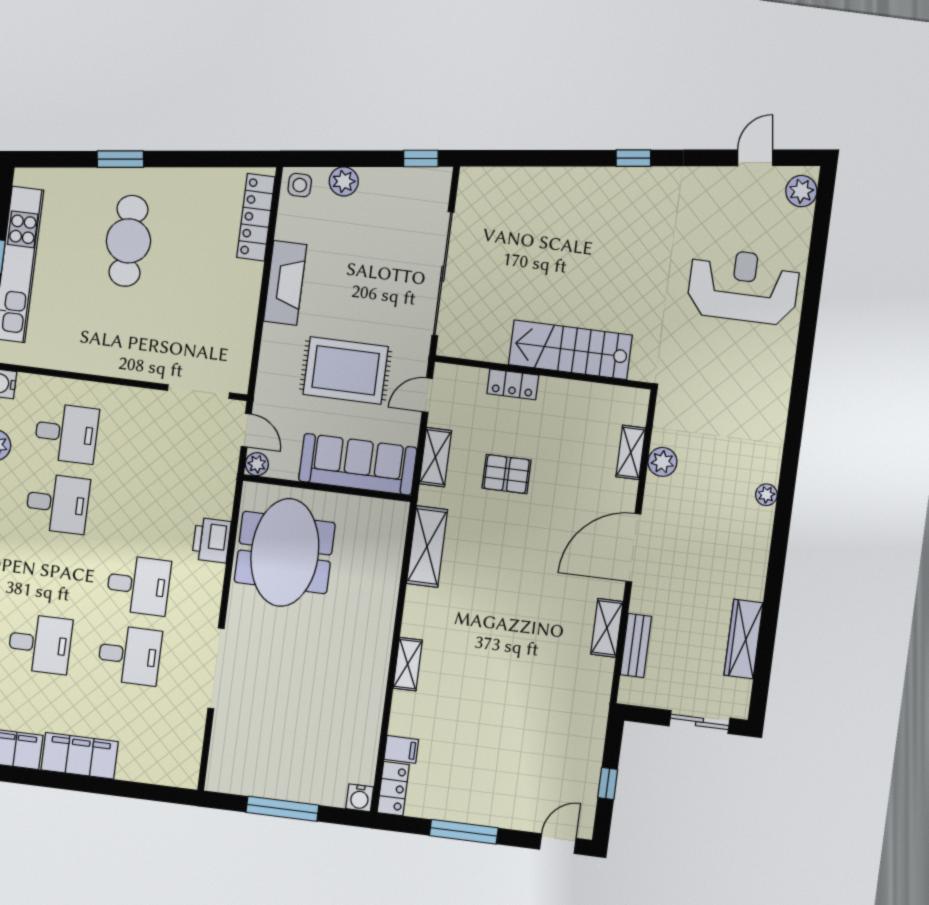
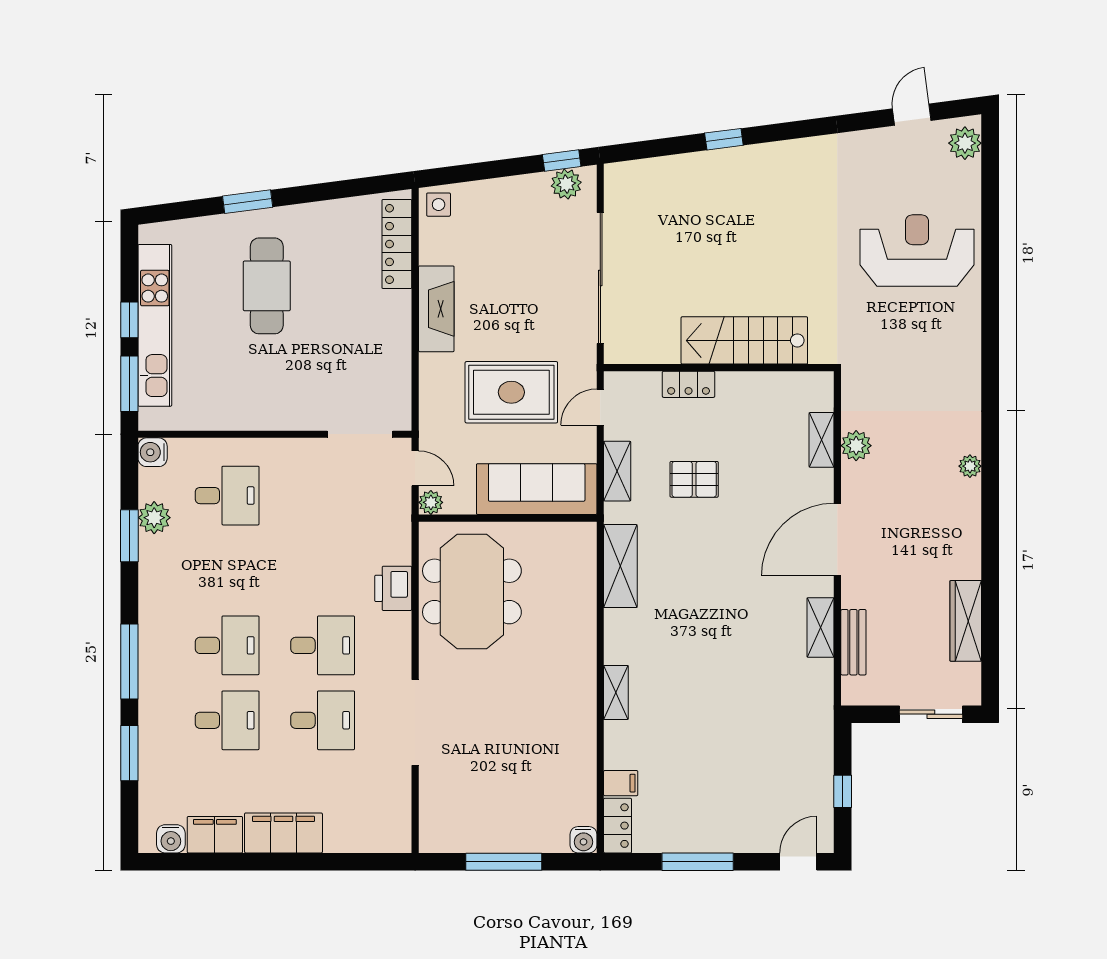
window: (633, 158) -> (724, 139), moved
plant: (344, 181) -> (566, 184), moved
desk: (58, 503) -> (227, 645), moved

